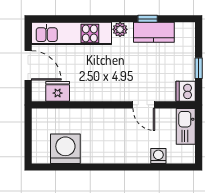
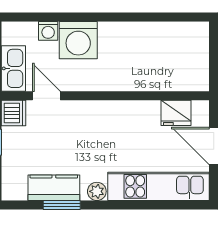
window: (148, 19) -> (62, 205), width x1.50
door: (144, 105) -> (46, 96), moved
washing machine: (65, 149) -> (78, 40), moved

